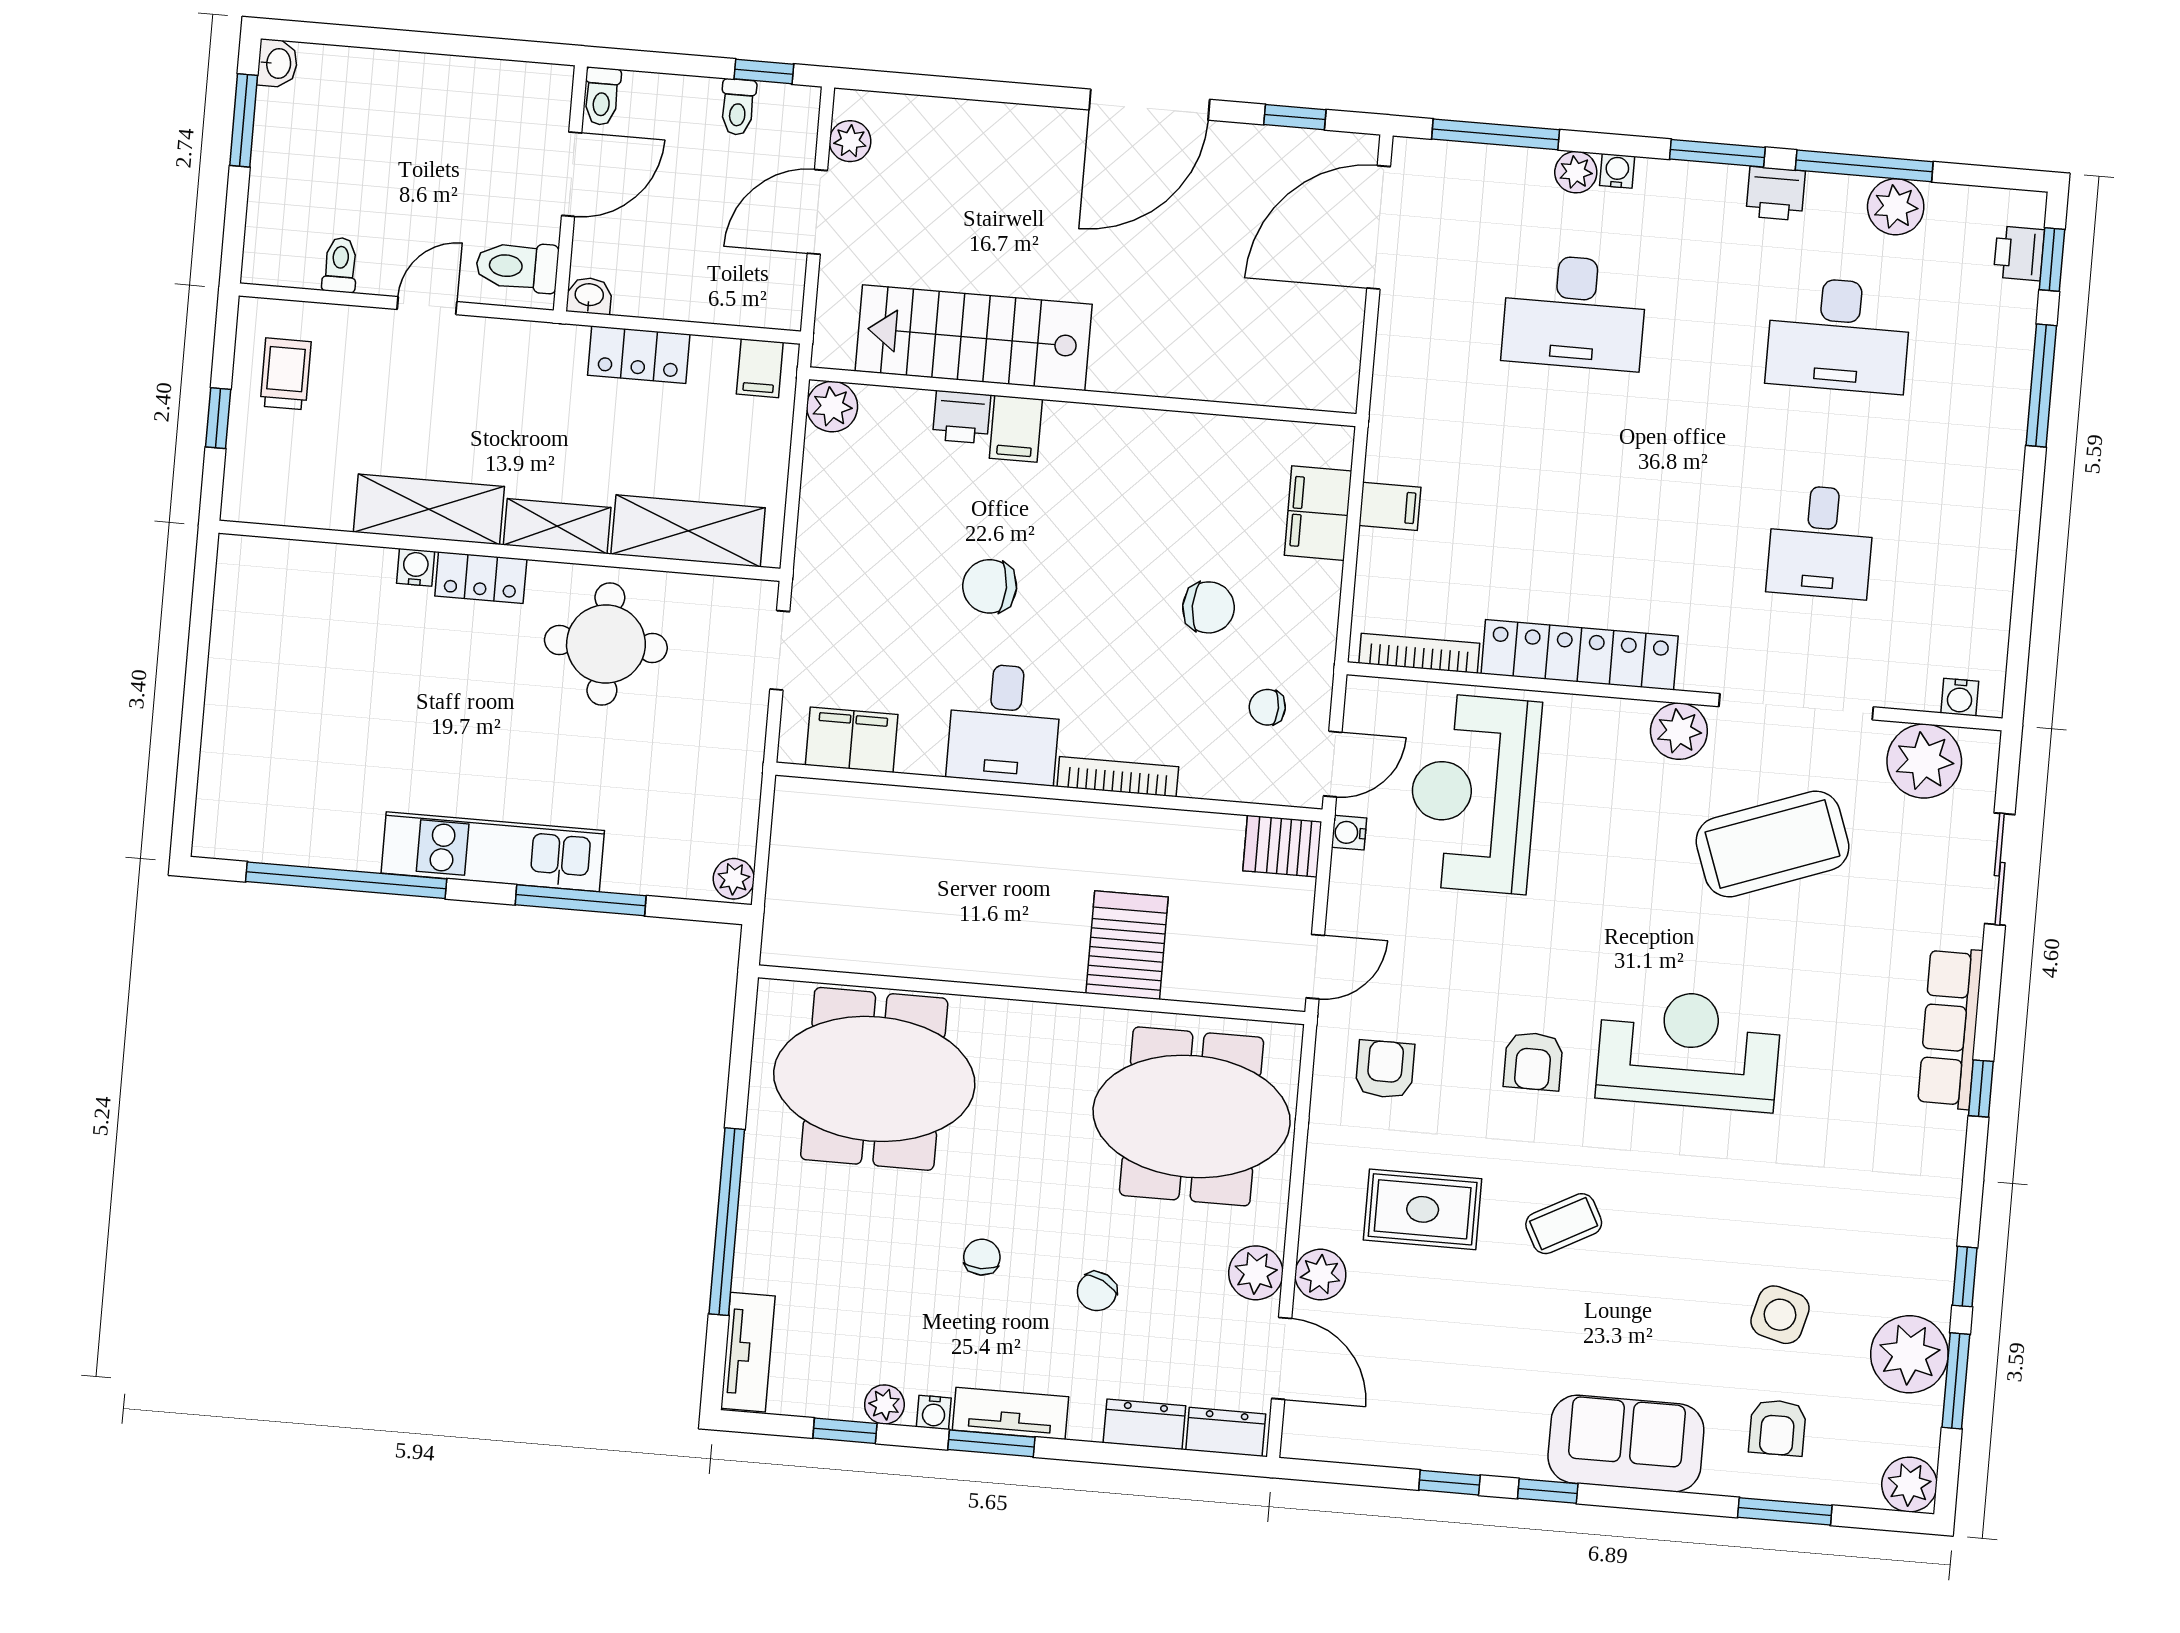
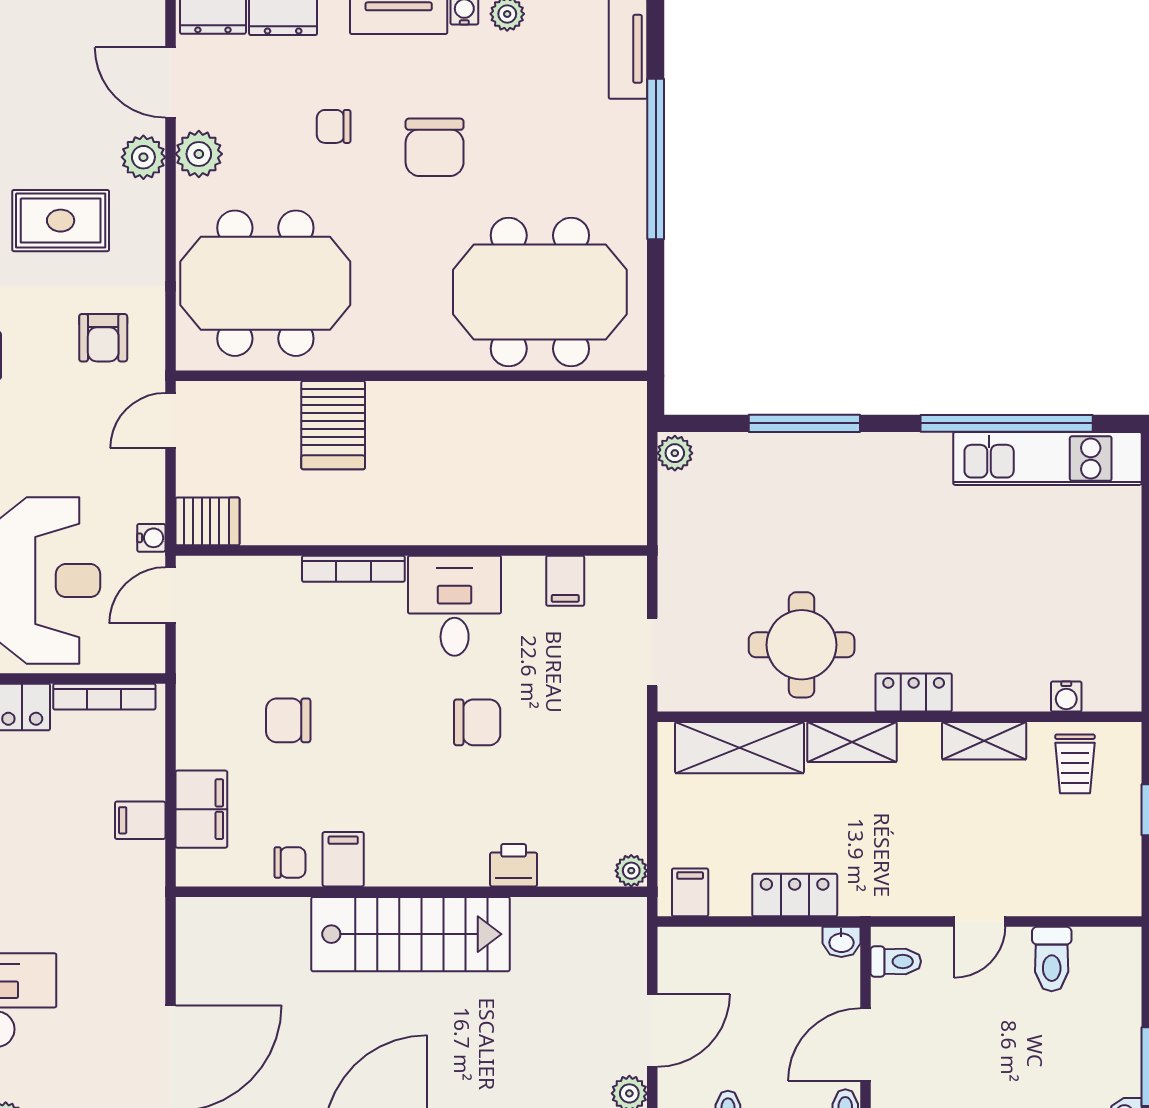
toilet: (340, 265) -> (1052, 959), width x1.37, depth x1.39
toilet: (517, 267) -> (896, 961), width x0.73, depth x0.72
stairs: (974, 338) -> (411, 934), moved
trolley: (286, 374) -> (1075, 764), moved
plant: (832, 407) -> (631, 871), width x0.73, depth x0.73
filing cabinet: (1016, 429) -> (343, 859), moved
shelving: (429, 509) -> (984, 741), width x0.67, depth x0.75
water cooler: (416, 567) -> (1066, 697), moved
chair: (1267, 707) -> (290, 862), moved
filing cabinet: (852, 740) -> (565, 581), width x0.50
kitchen unit: (493, 852) -> (1047, 458), moved
chair: (982, 1257) -> (435, 147), width x1.87, depth x1.87
chair: (1097, 1291) -> (334, 126), turned -117

